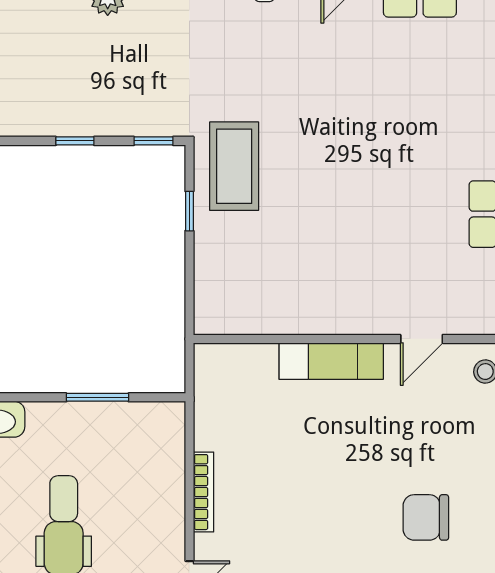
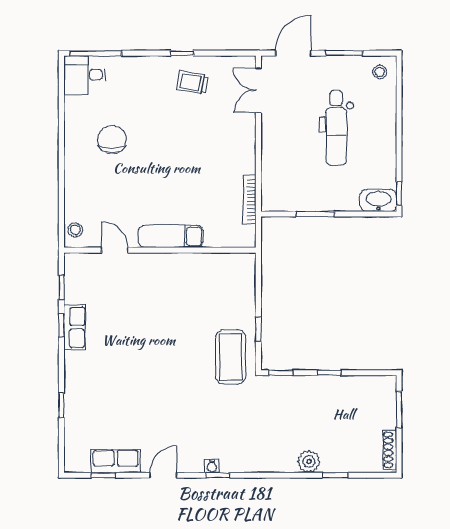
door: (422, 339) -> (115, 250), hinge flipped
bookcase: (204, 492) -> (250, 200), moved
chair: (426, 517) -> (112, 140), turned -90

